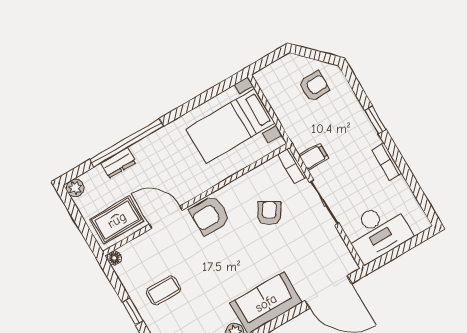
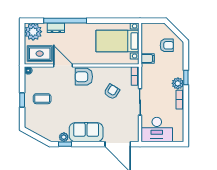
plant: (368, 137) -> (178, 83), added
filing cabinet: (314, 157) -> (148, 58), moved
plant: (75, 188) -> (33, 32), width x1.87, depth x1.87

